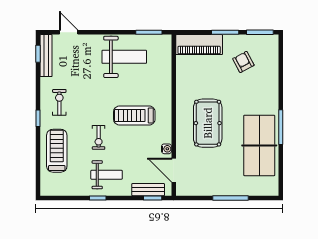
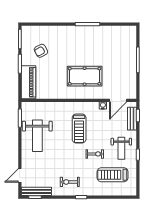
weight bench: (124, 57) -> (37, 136), turned 180
table tennis table: (259, 145) -> (100, 39), removed
treadmill: (57, 151) -> (113, 175), moved
weight bench: (107, 175) -> (121, 148), turned 180

